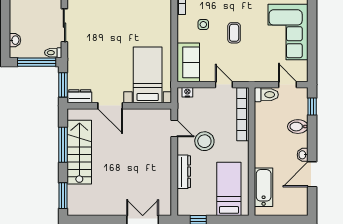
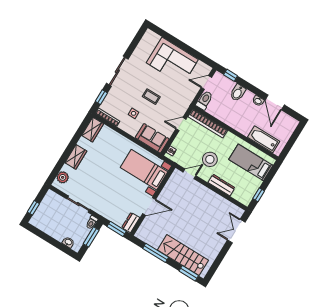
window: (37, 62) -> (91, 237), width x0.69
stairs: (79, 152) -> (183, 255), moved

